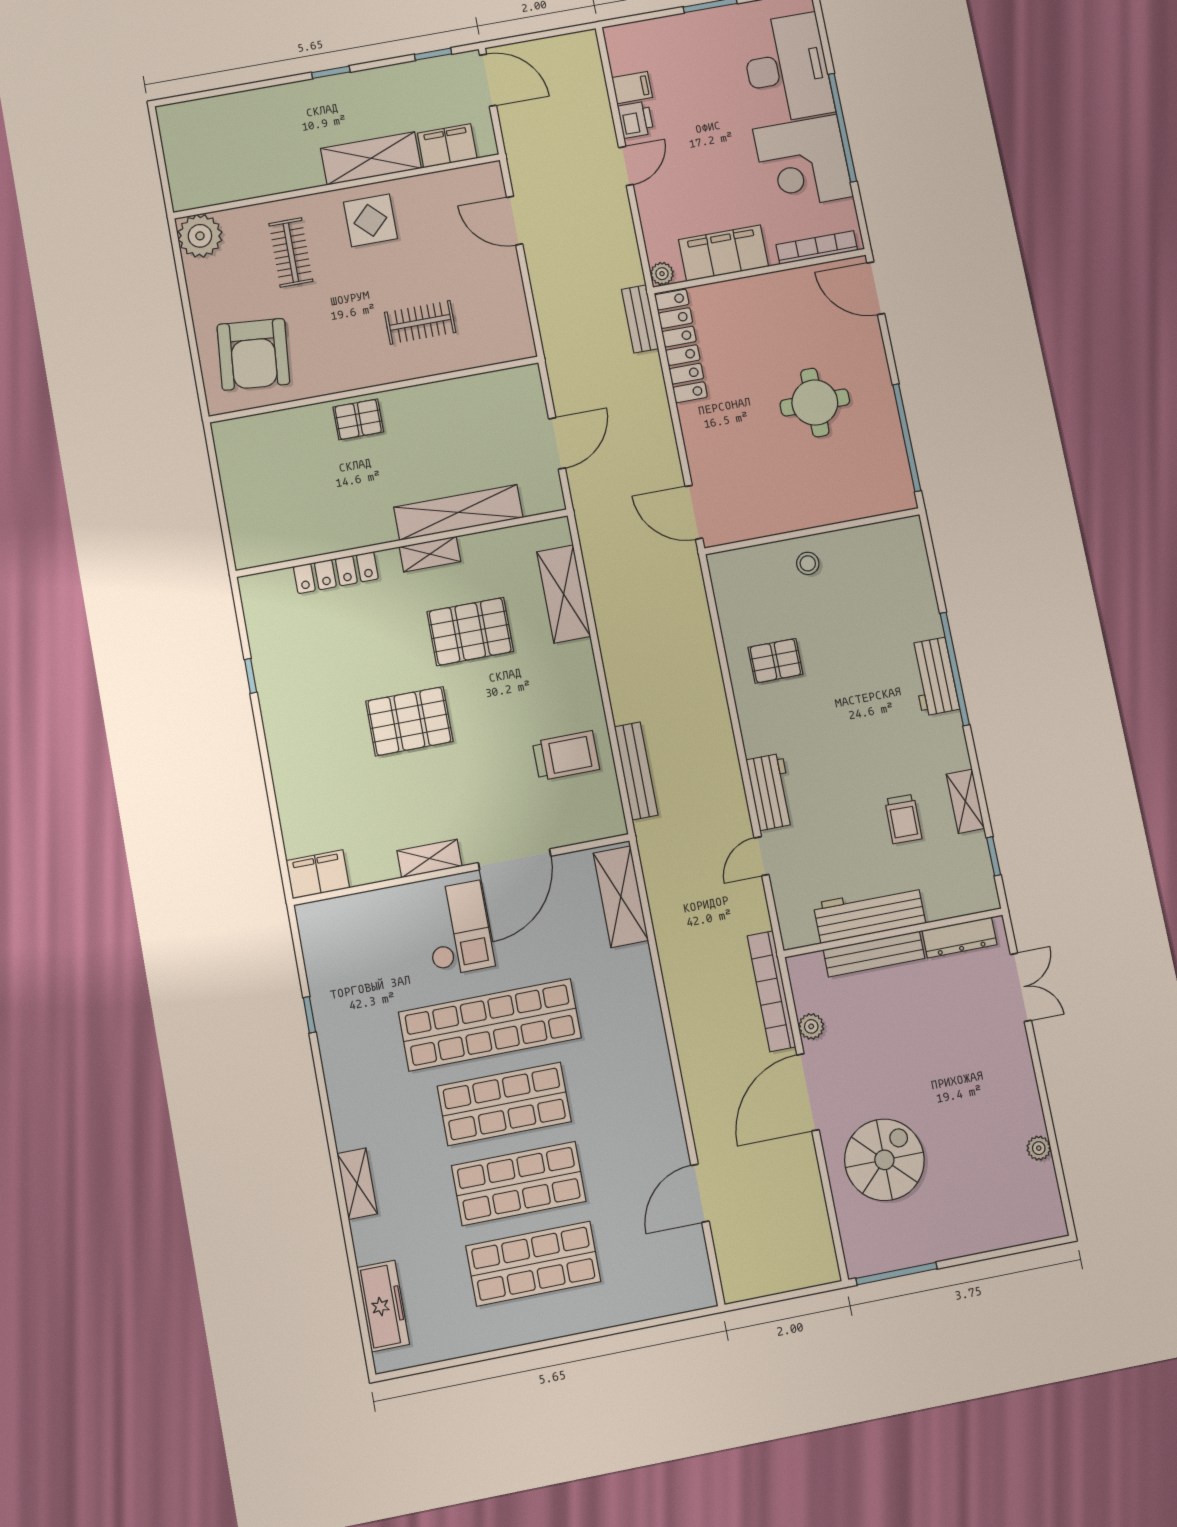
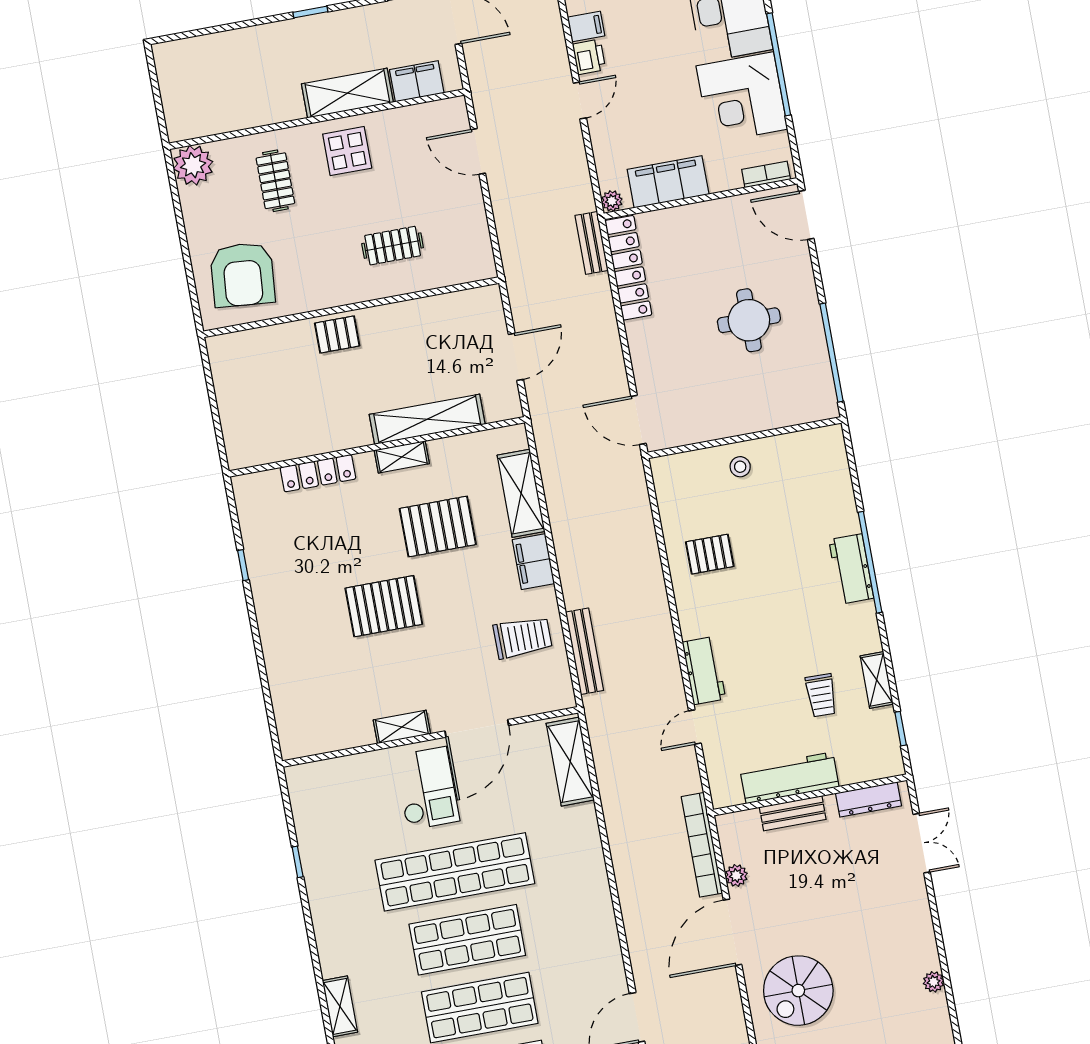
bookcase: (817, 247) -> (766, 174), width x0.64
filing cabinet: (318, 874) -> (533, 562), moved, turned -90
bench: (874, 954) -> (793, 813), width x0.73
spiral stairs: (884, 1160) -> (798, 991), turned 180

